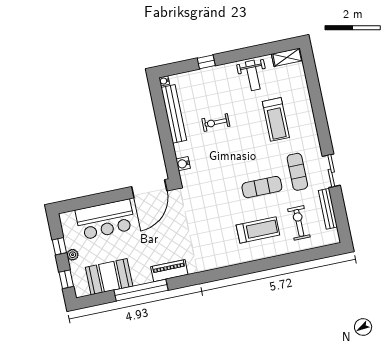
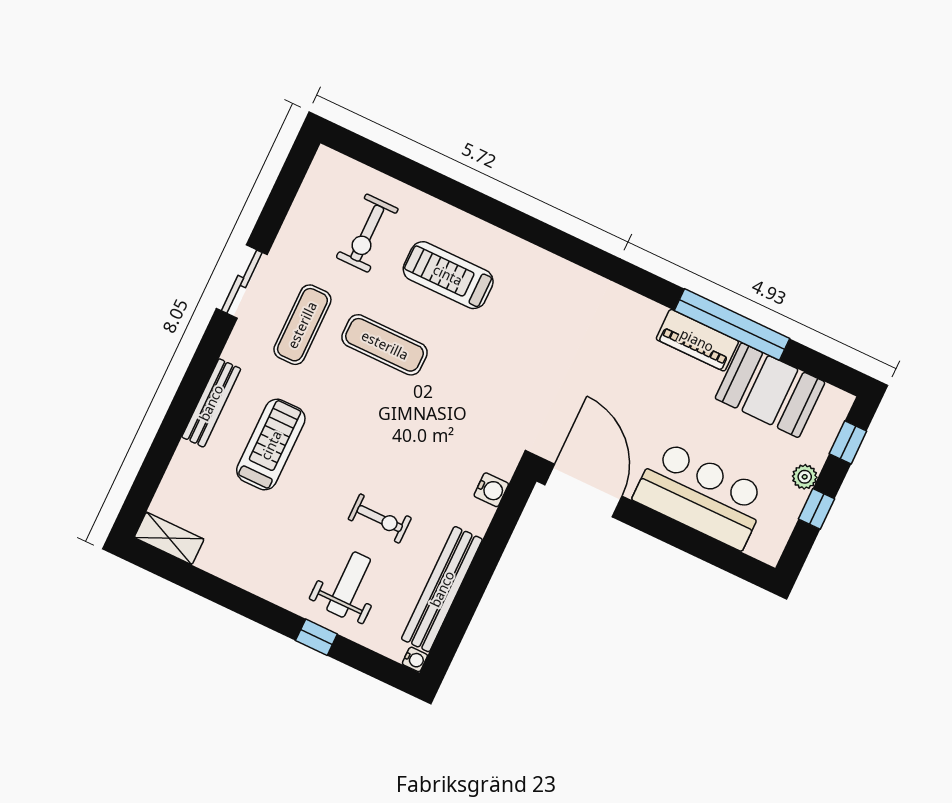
weight bench: (253, 75) -> (349, 585), moved
door: (149, 189) -> (584, 491), hinge flipped
bench: (328, 209) -> (211, 403), moved
piano: (169, 271) -> (697, 340), moved

